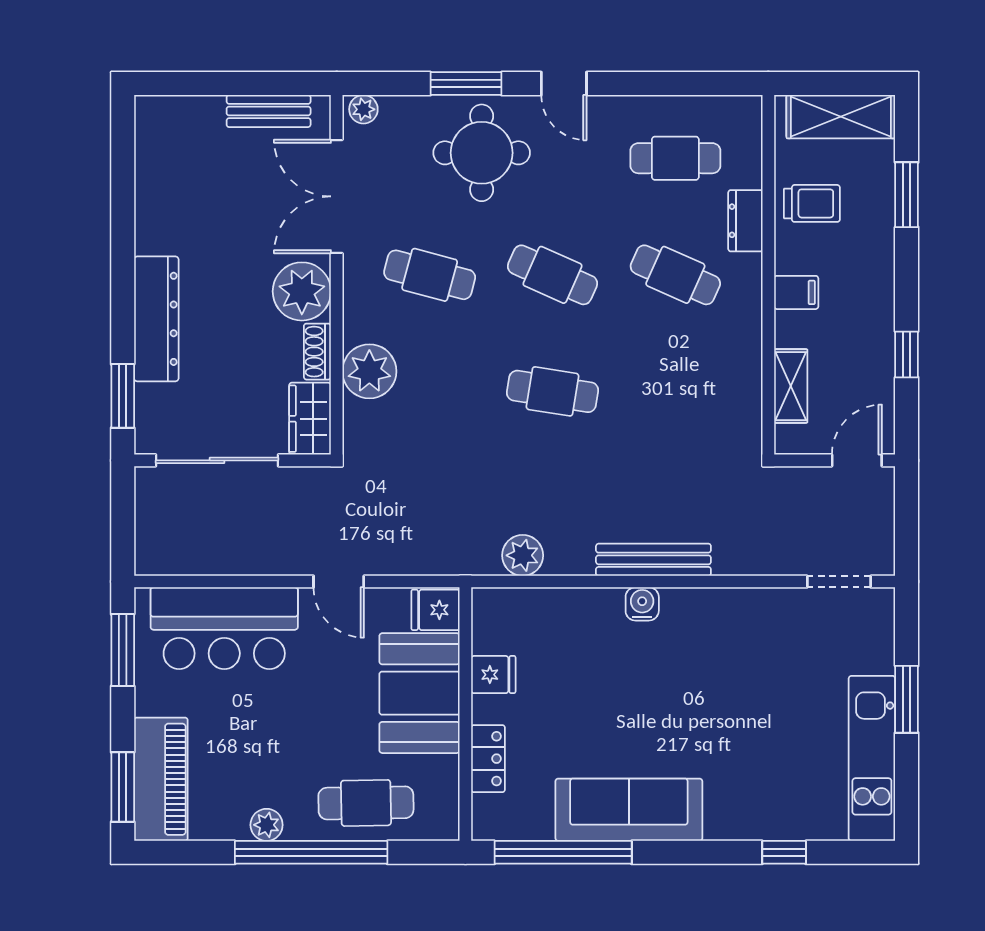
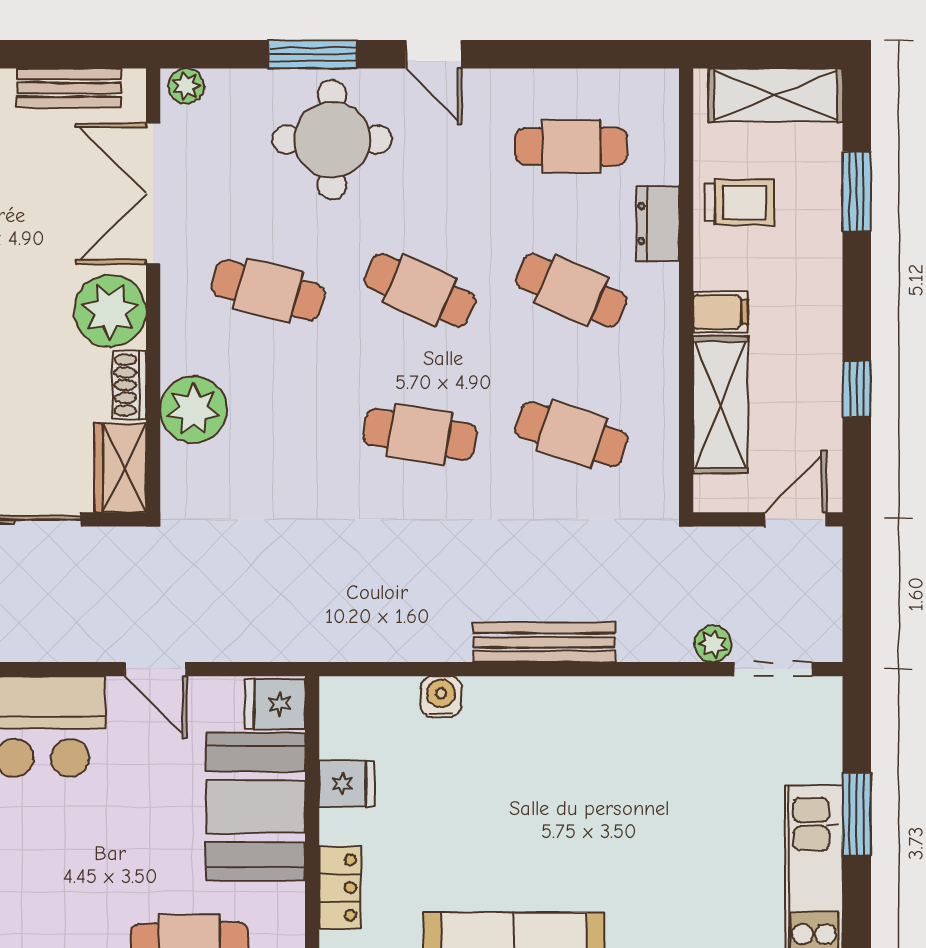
shelving: (791, 386) -> (721, 405), width x1.50, depth x1.33
cafe table: (675, 391) -> (571, 434), added
plant: (523, 555) -> (713, 644), moved, width x0.73, depth x0.73
water cooler: (642, 604) -> (441, 697), moved

